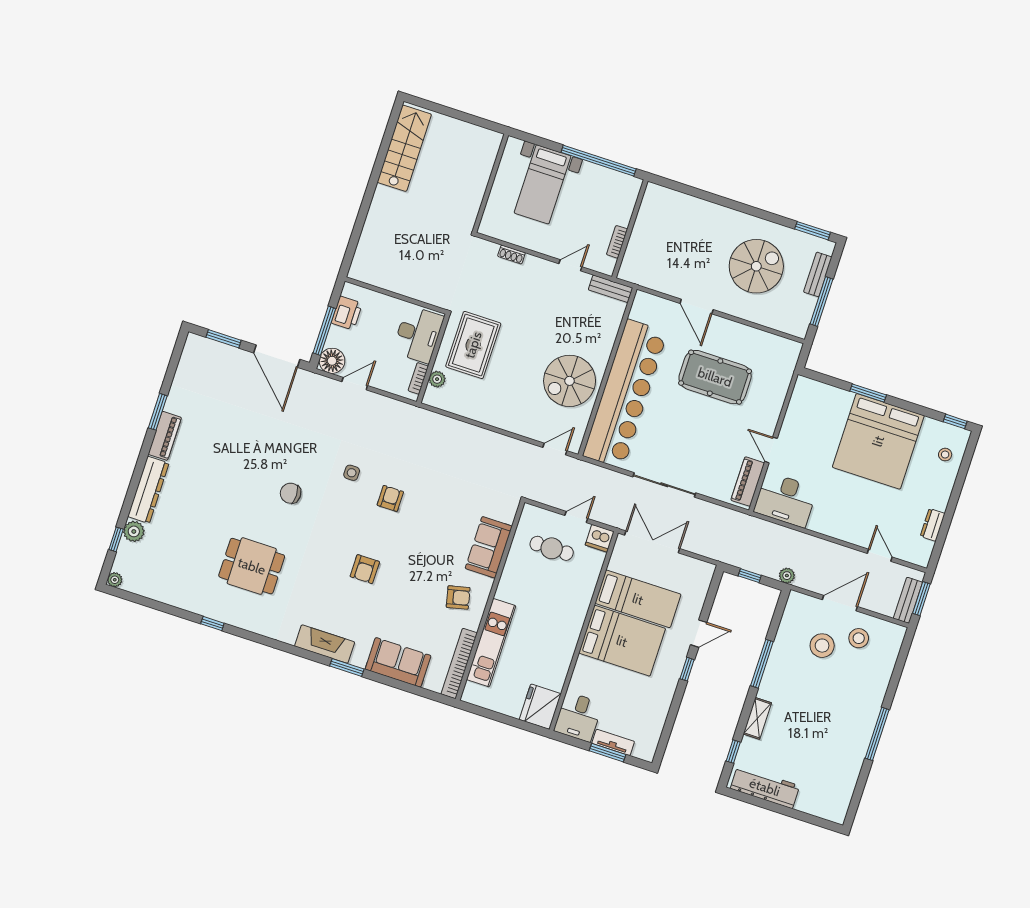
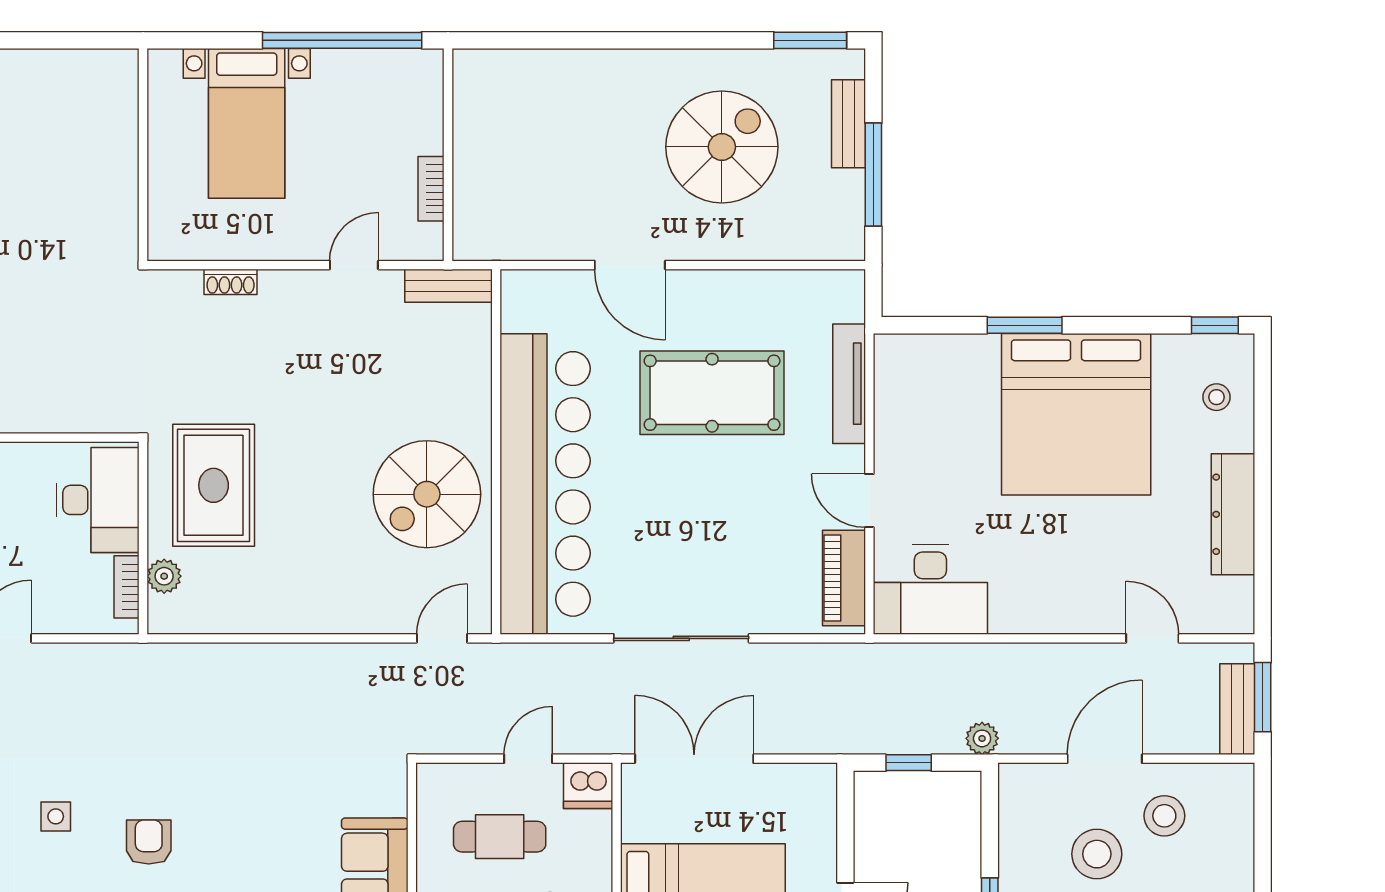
tv unit: (779, 394) -> (849, 384), added
dresser: (933, 525) -> (1233, 514), width x1.96, depth x1.24

